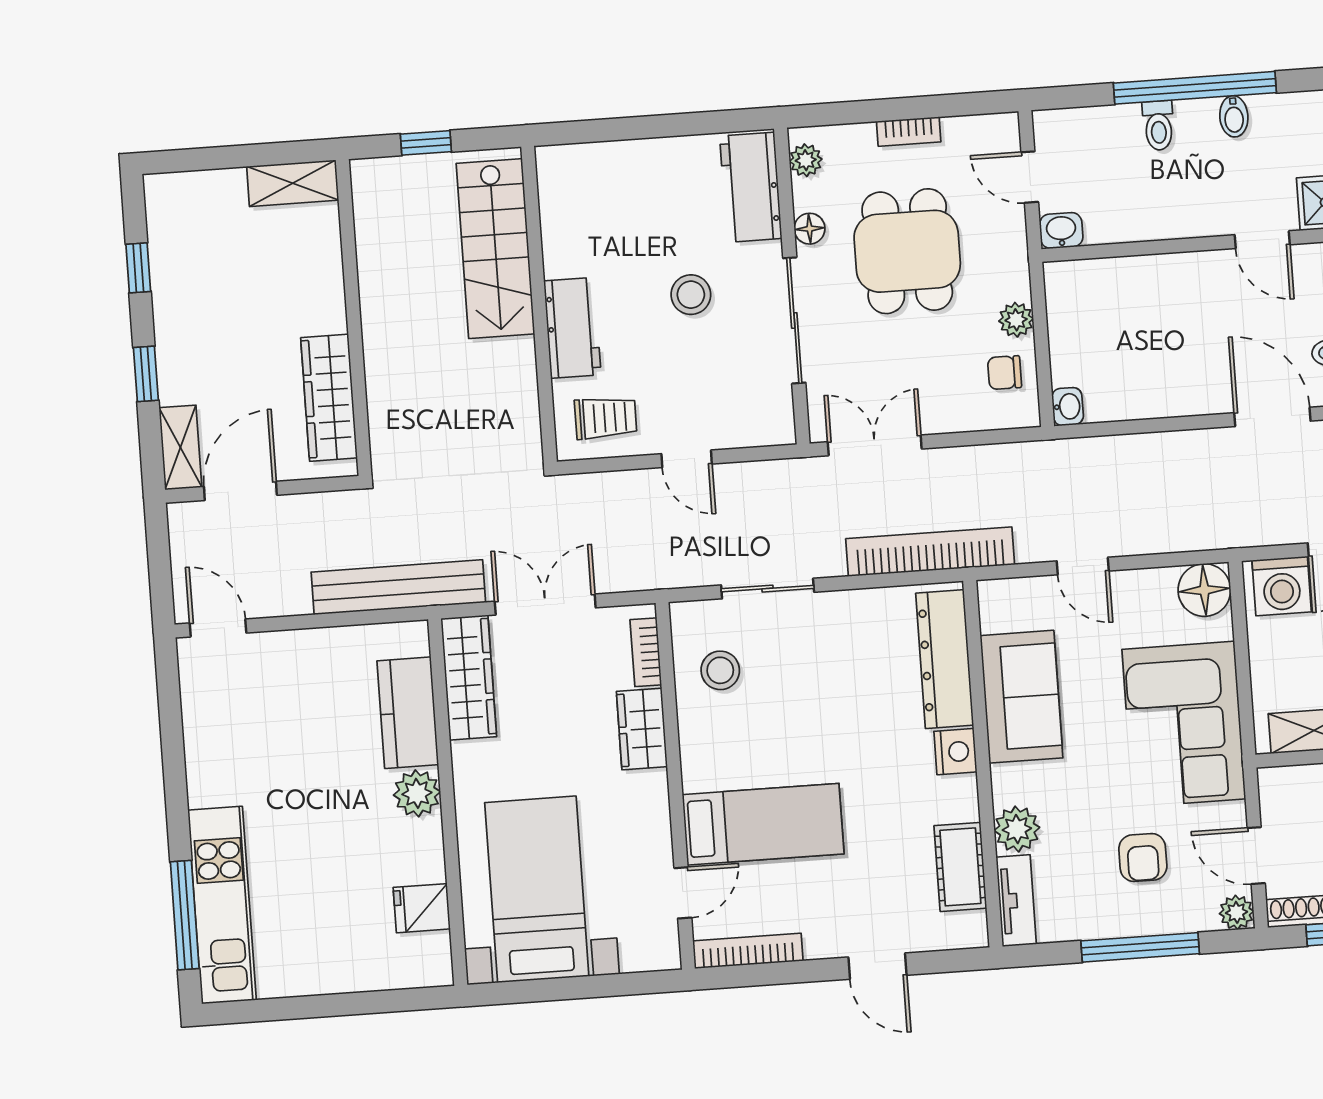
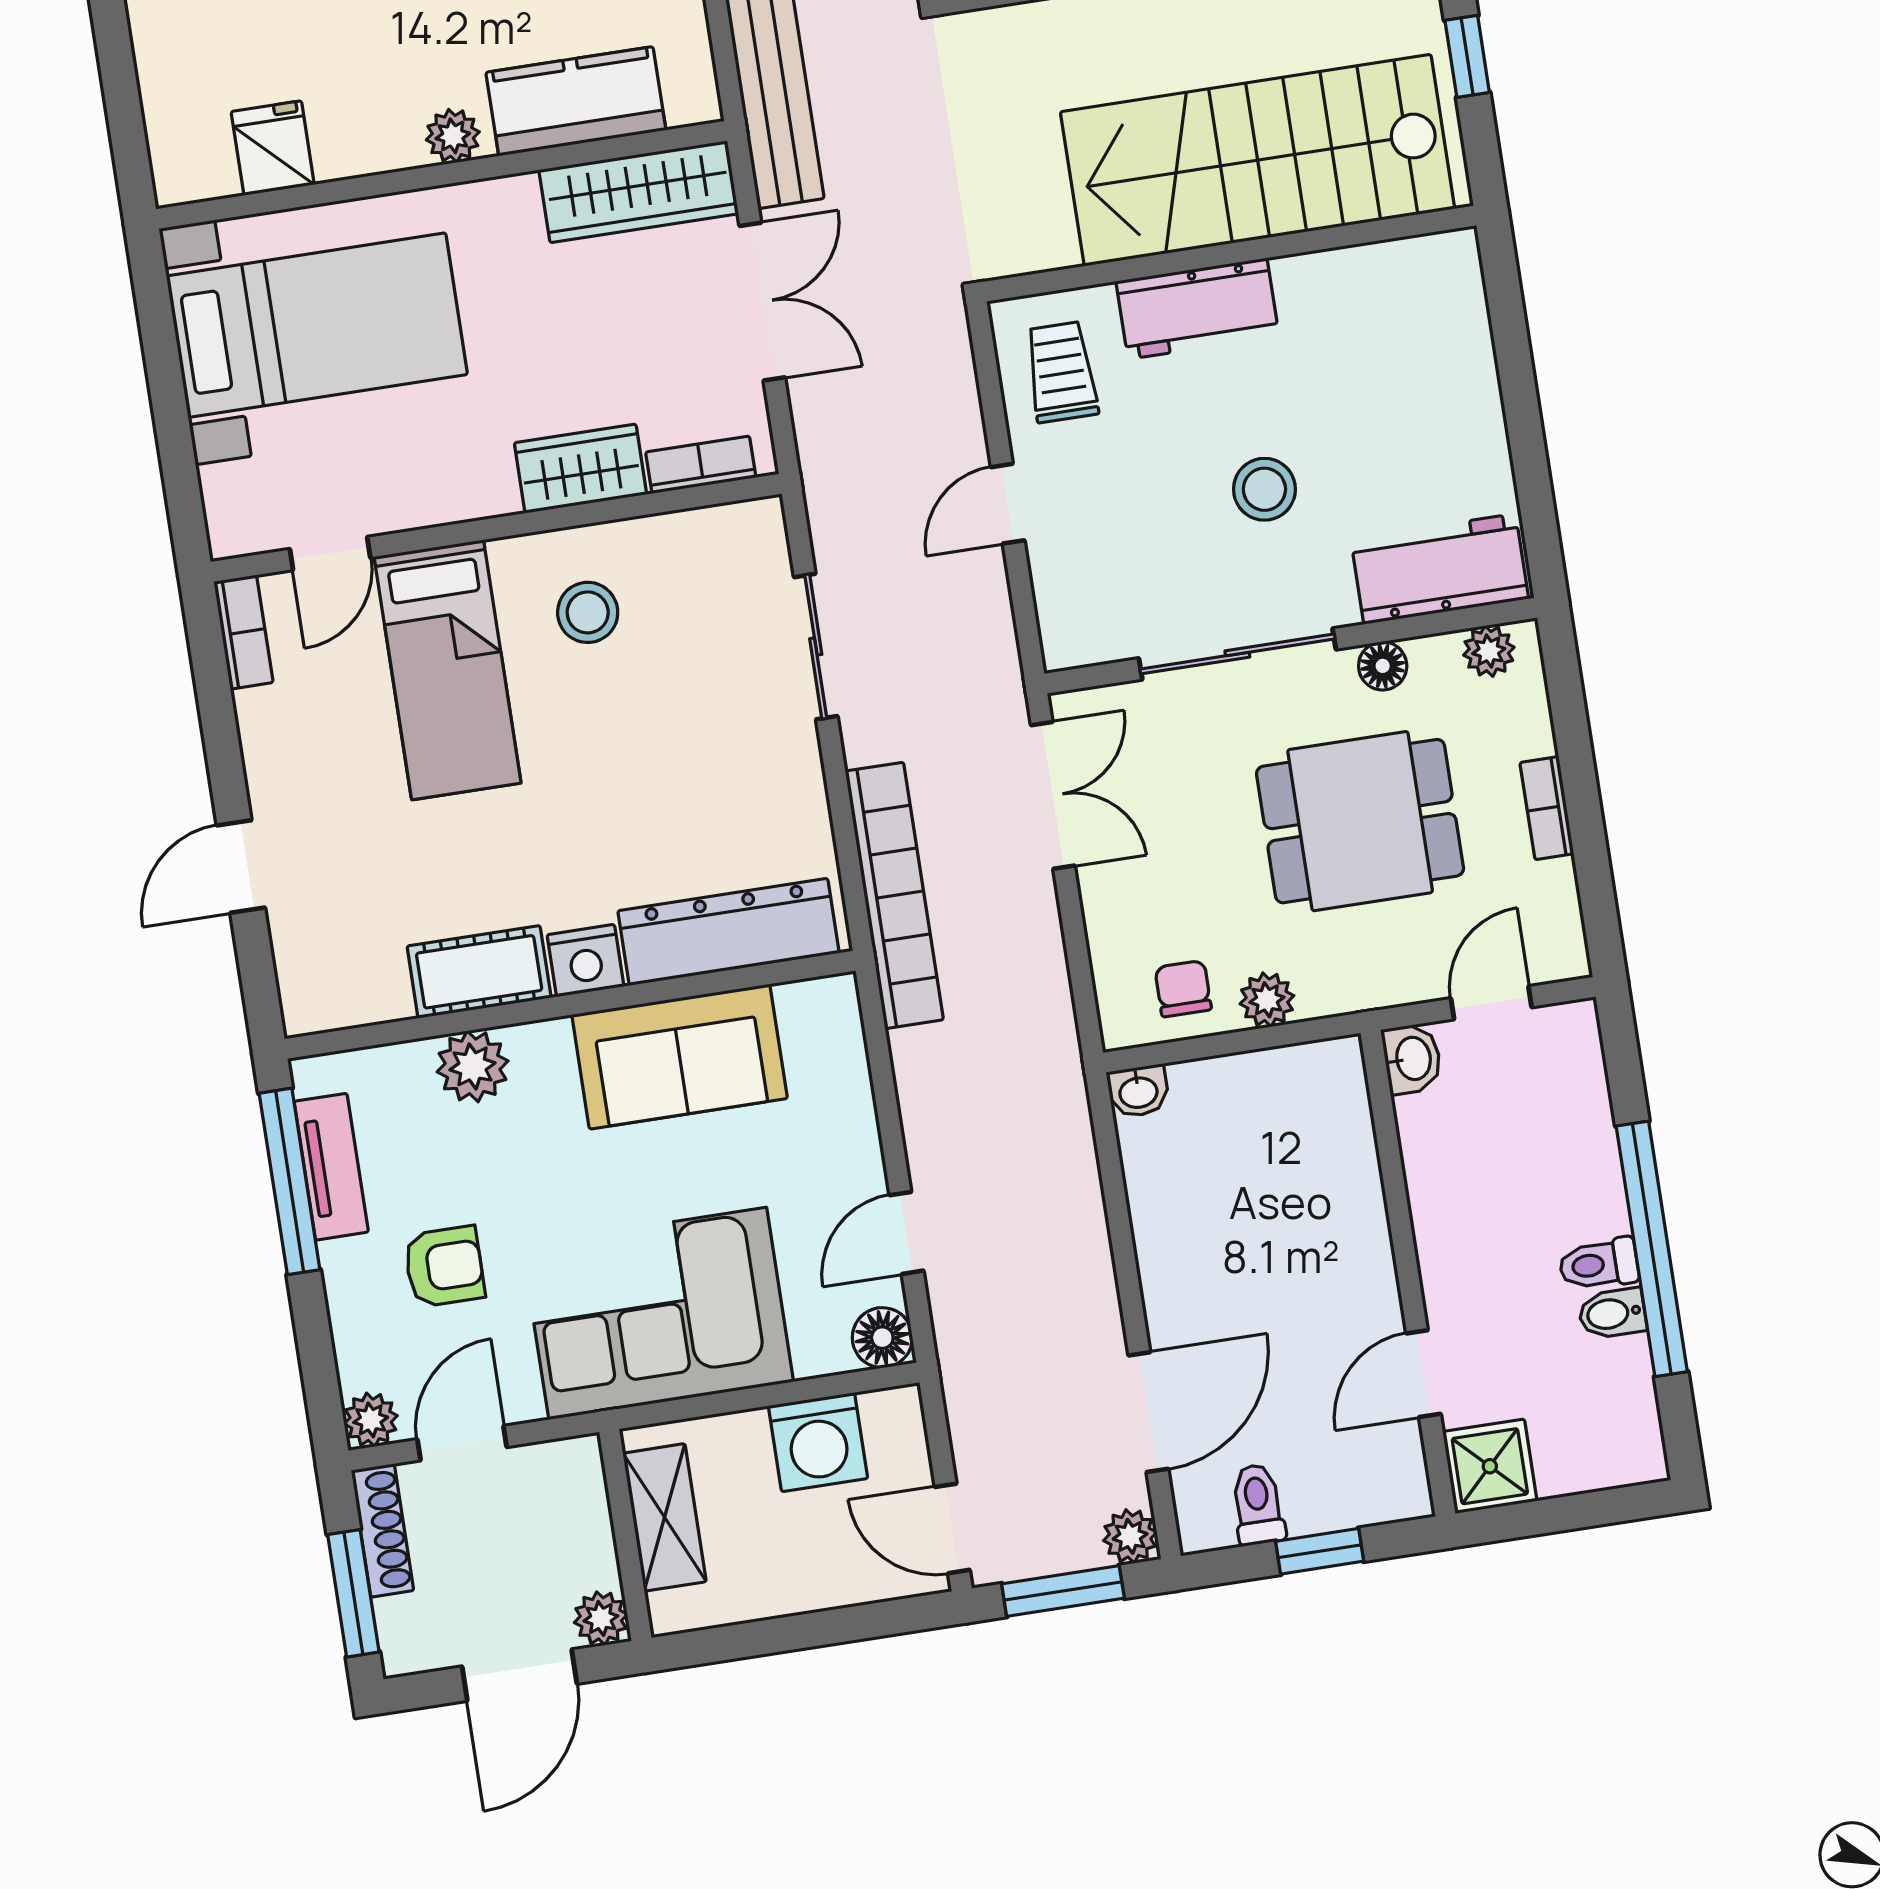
toilet: (1158, 125) -> (1599, 1264), moved
stairs: (495, 249) -> (1258, 160), width x1.36, depth x1.51
trolley: (606, 418) -> (1061, 372), turned 180
door: (1083, 566) -> (907, 1233), moved
washing machine: (1282, 586) -> (818, 1442), moved, turned -90
floor lamp: (1204, 590) -> (882, 1338), width x0.73, depth x0.73
stool: (720, 670) -> (588, 612), moved
plant: (417, 793) -> (453, 136), width x0.73, depth x0.73
armchair: (1143, 858) -> (444, 1267), turned 180
cot: (960, 867) -> (479, 972), moved
door: (683, 893) -> (330, 553), hinge flipped
tv unit: (1016, 901) -> (331, 1167), moved, turned -90
window: (1140, 947) -> (290, 1181), moved
bookcase: (748, 951) -> (243, 632), width x0.64

